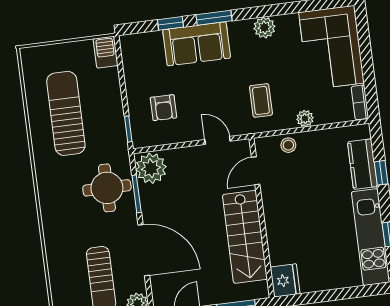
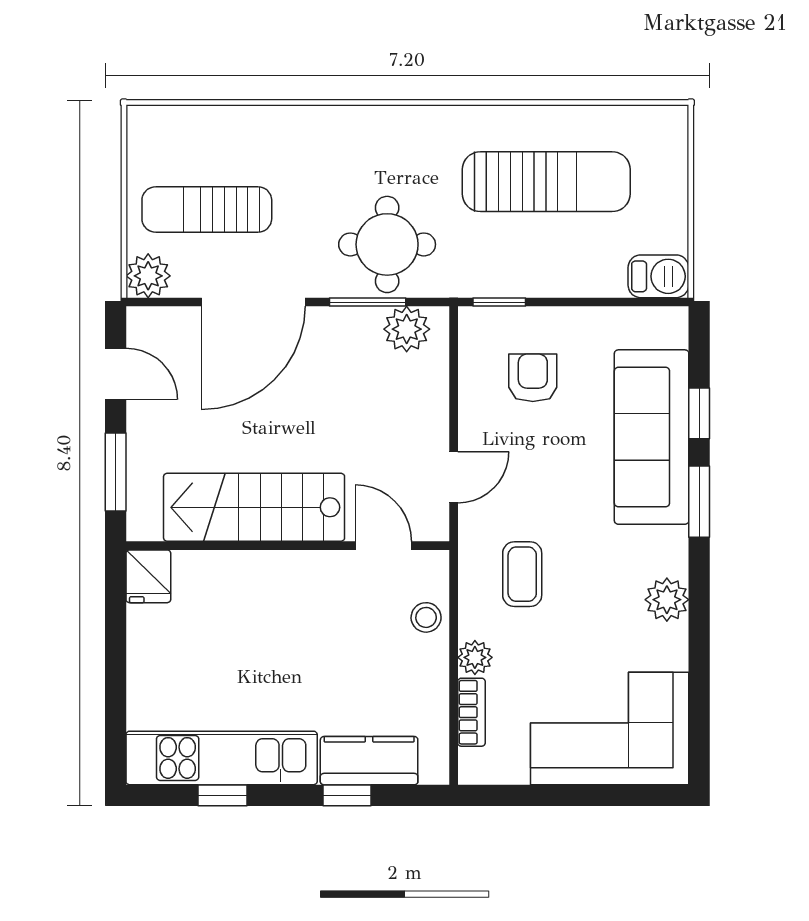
sofa: (197, 44) -> (652, 437), width x1.36
coffee table: (261, 100) -> (522, 574), turned 90
bookcase: (360, 102) -> (471, 712), moved, turned 90
armchair: (163, 108) -> (533, 378), turned 90
plant: (151, 168) -> (407, 329), width x0.73, depth x0.73
fridge: (285, 280) -> (148, 576), width x0.72

